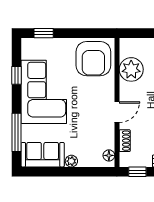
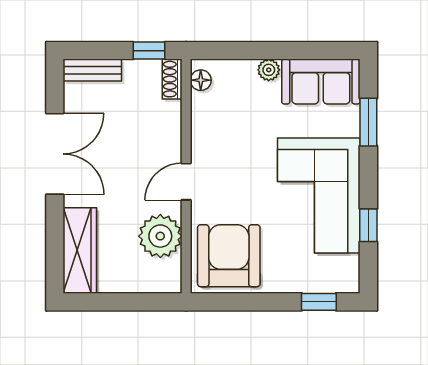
door: (117, 112) -> (186, 182), moved
window: (16, 132) -> (368, 122), width x0.69
shoe rack: (125, 141) -> (172, 79), moved

